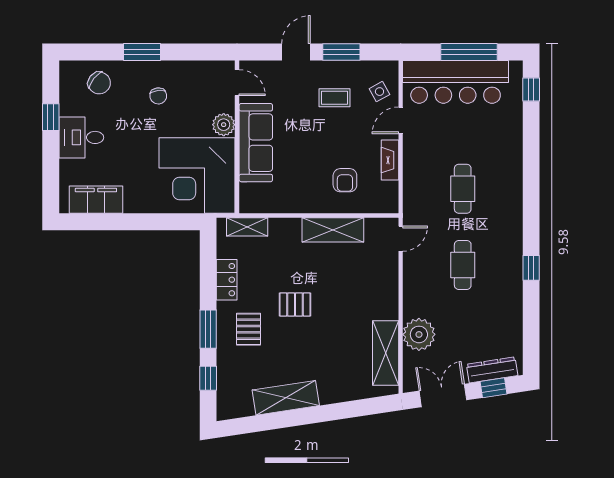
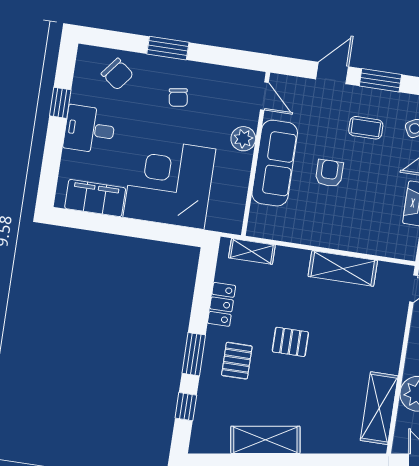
corner desk: (197, 176) -> (169, 183), moved, turned 90
armchair: (345, 180) -> (329, 173), moved, turned 180

